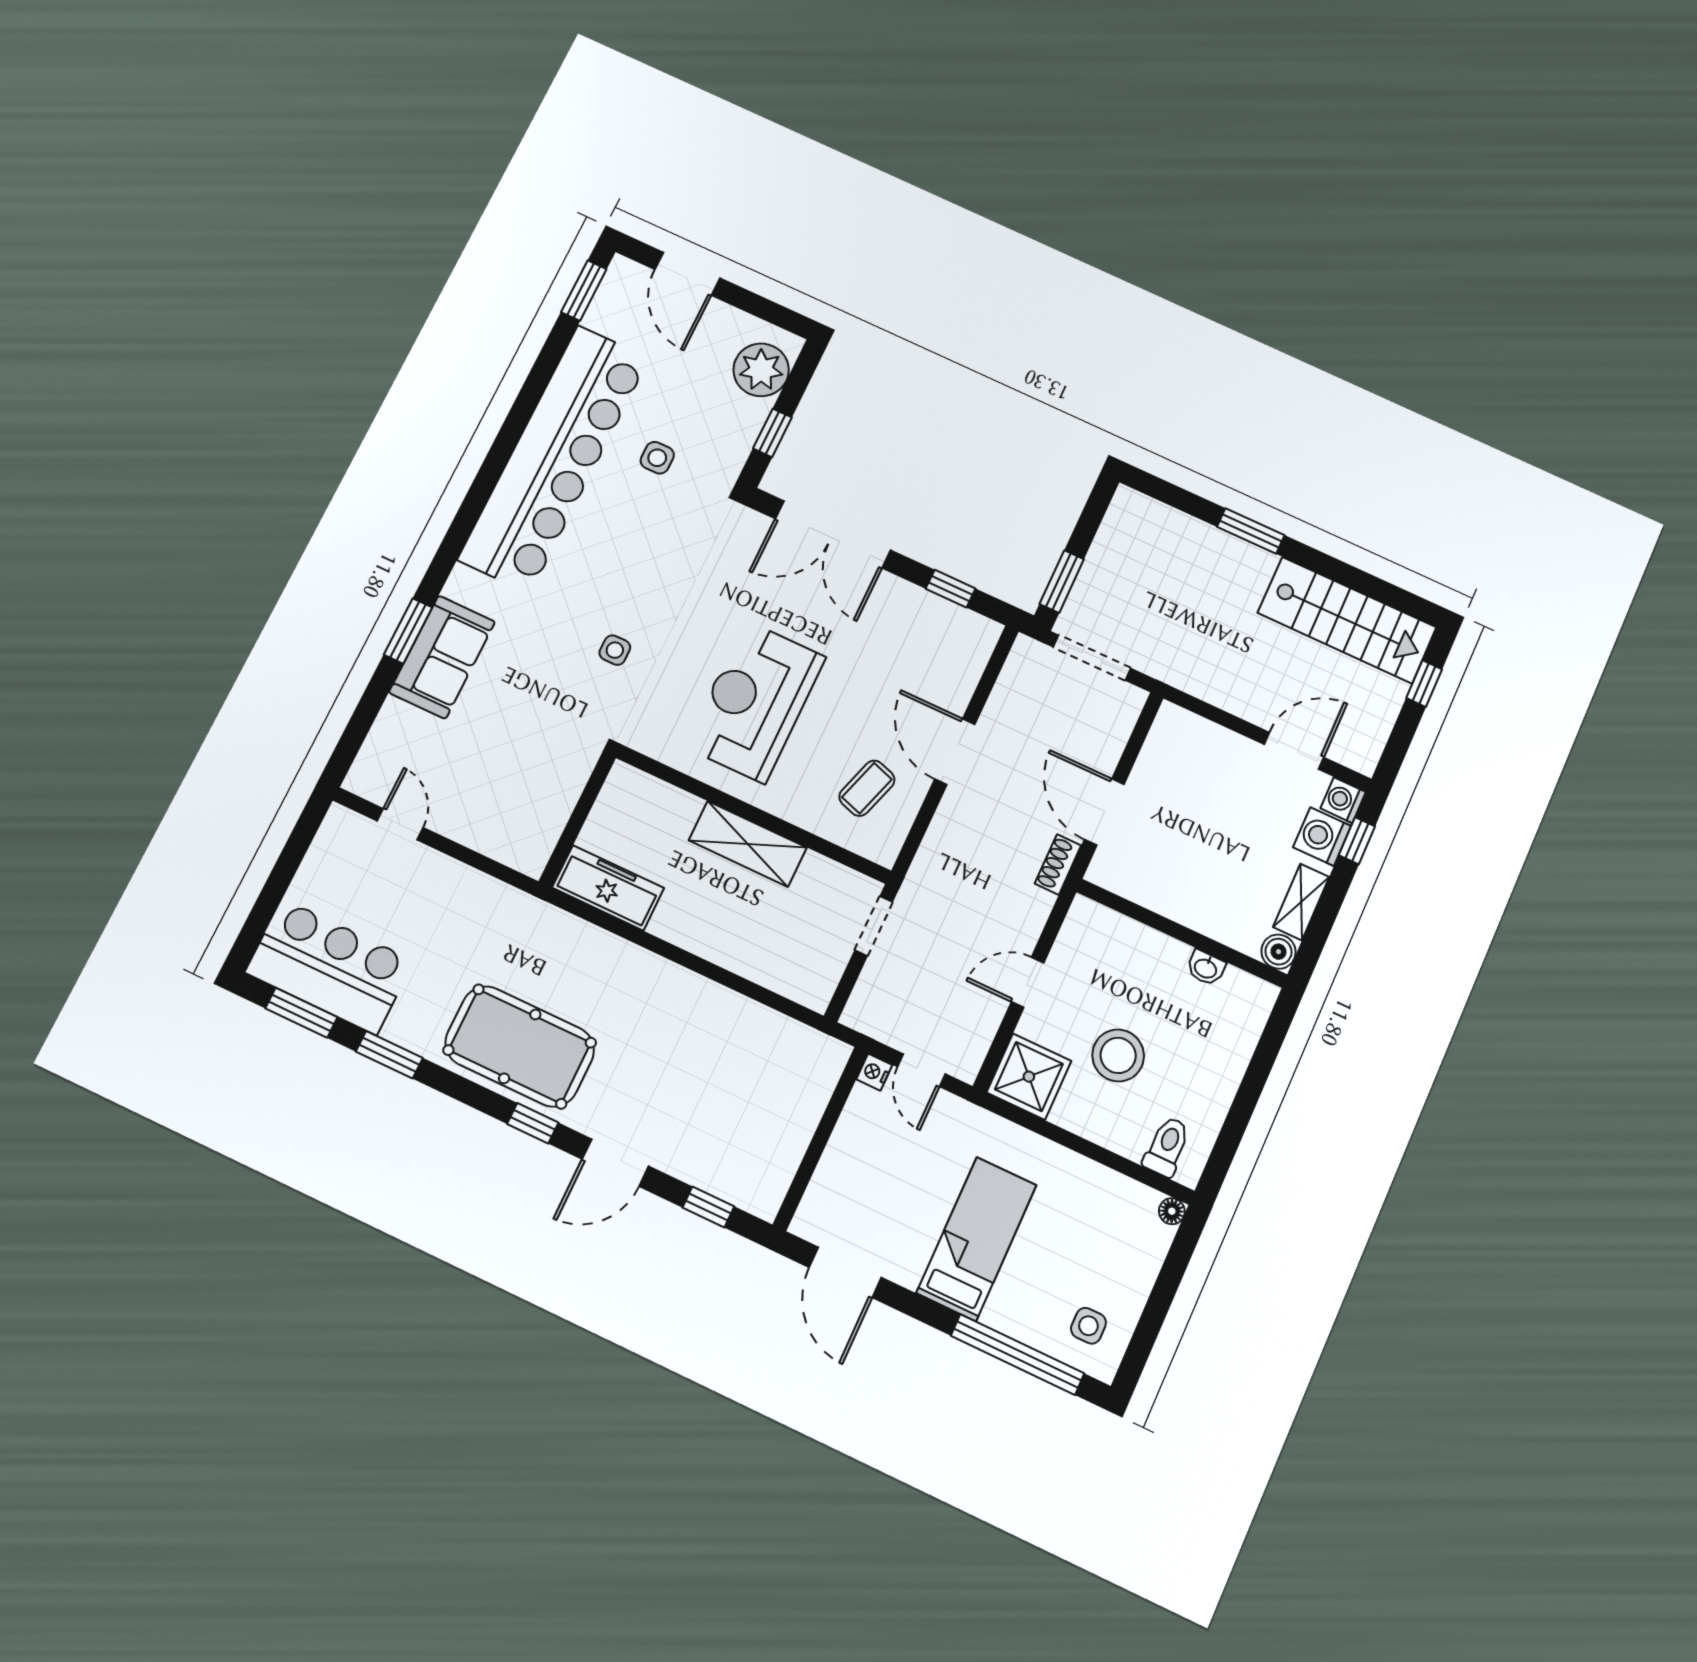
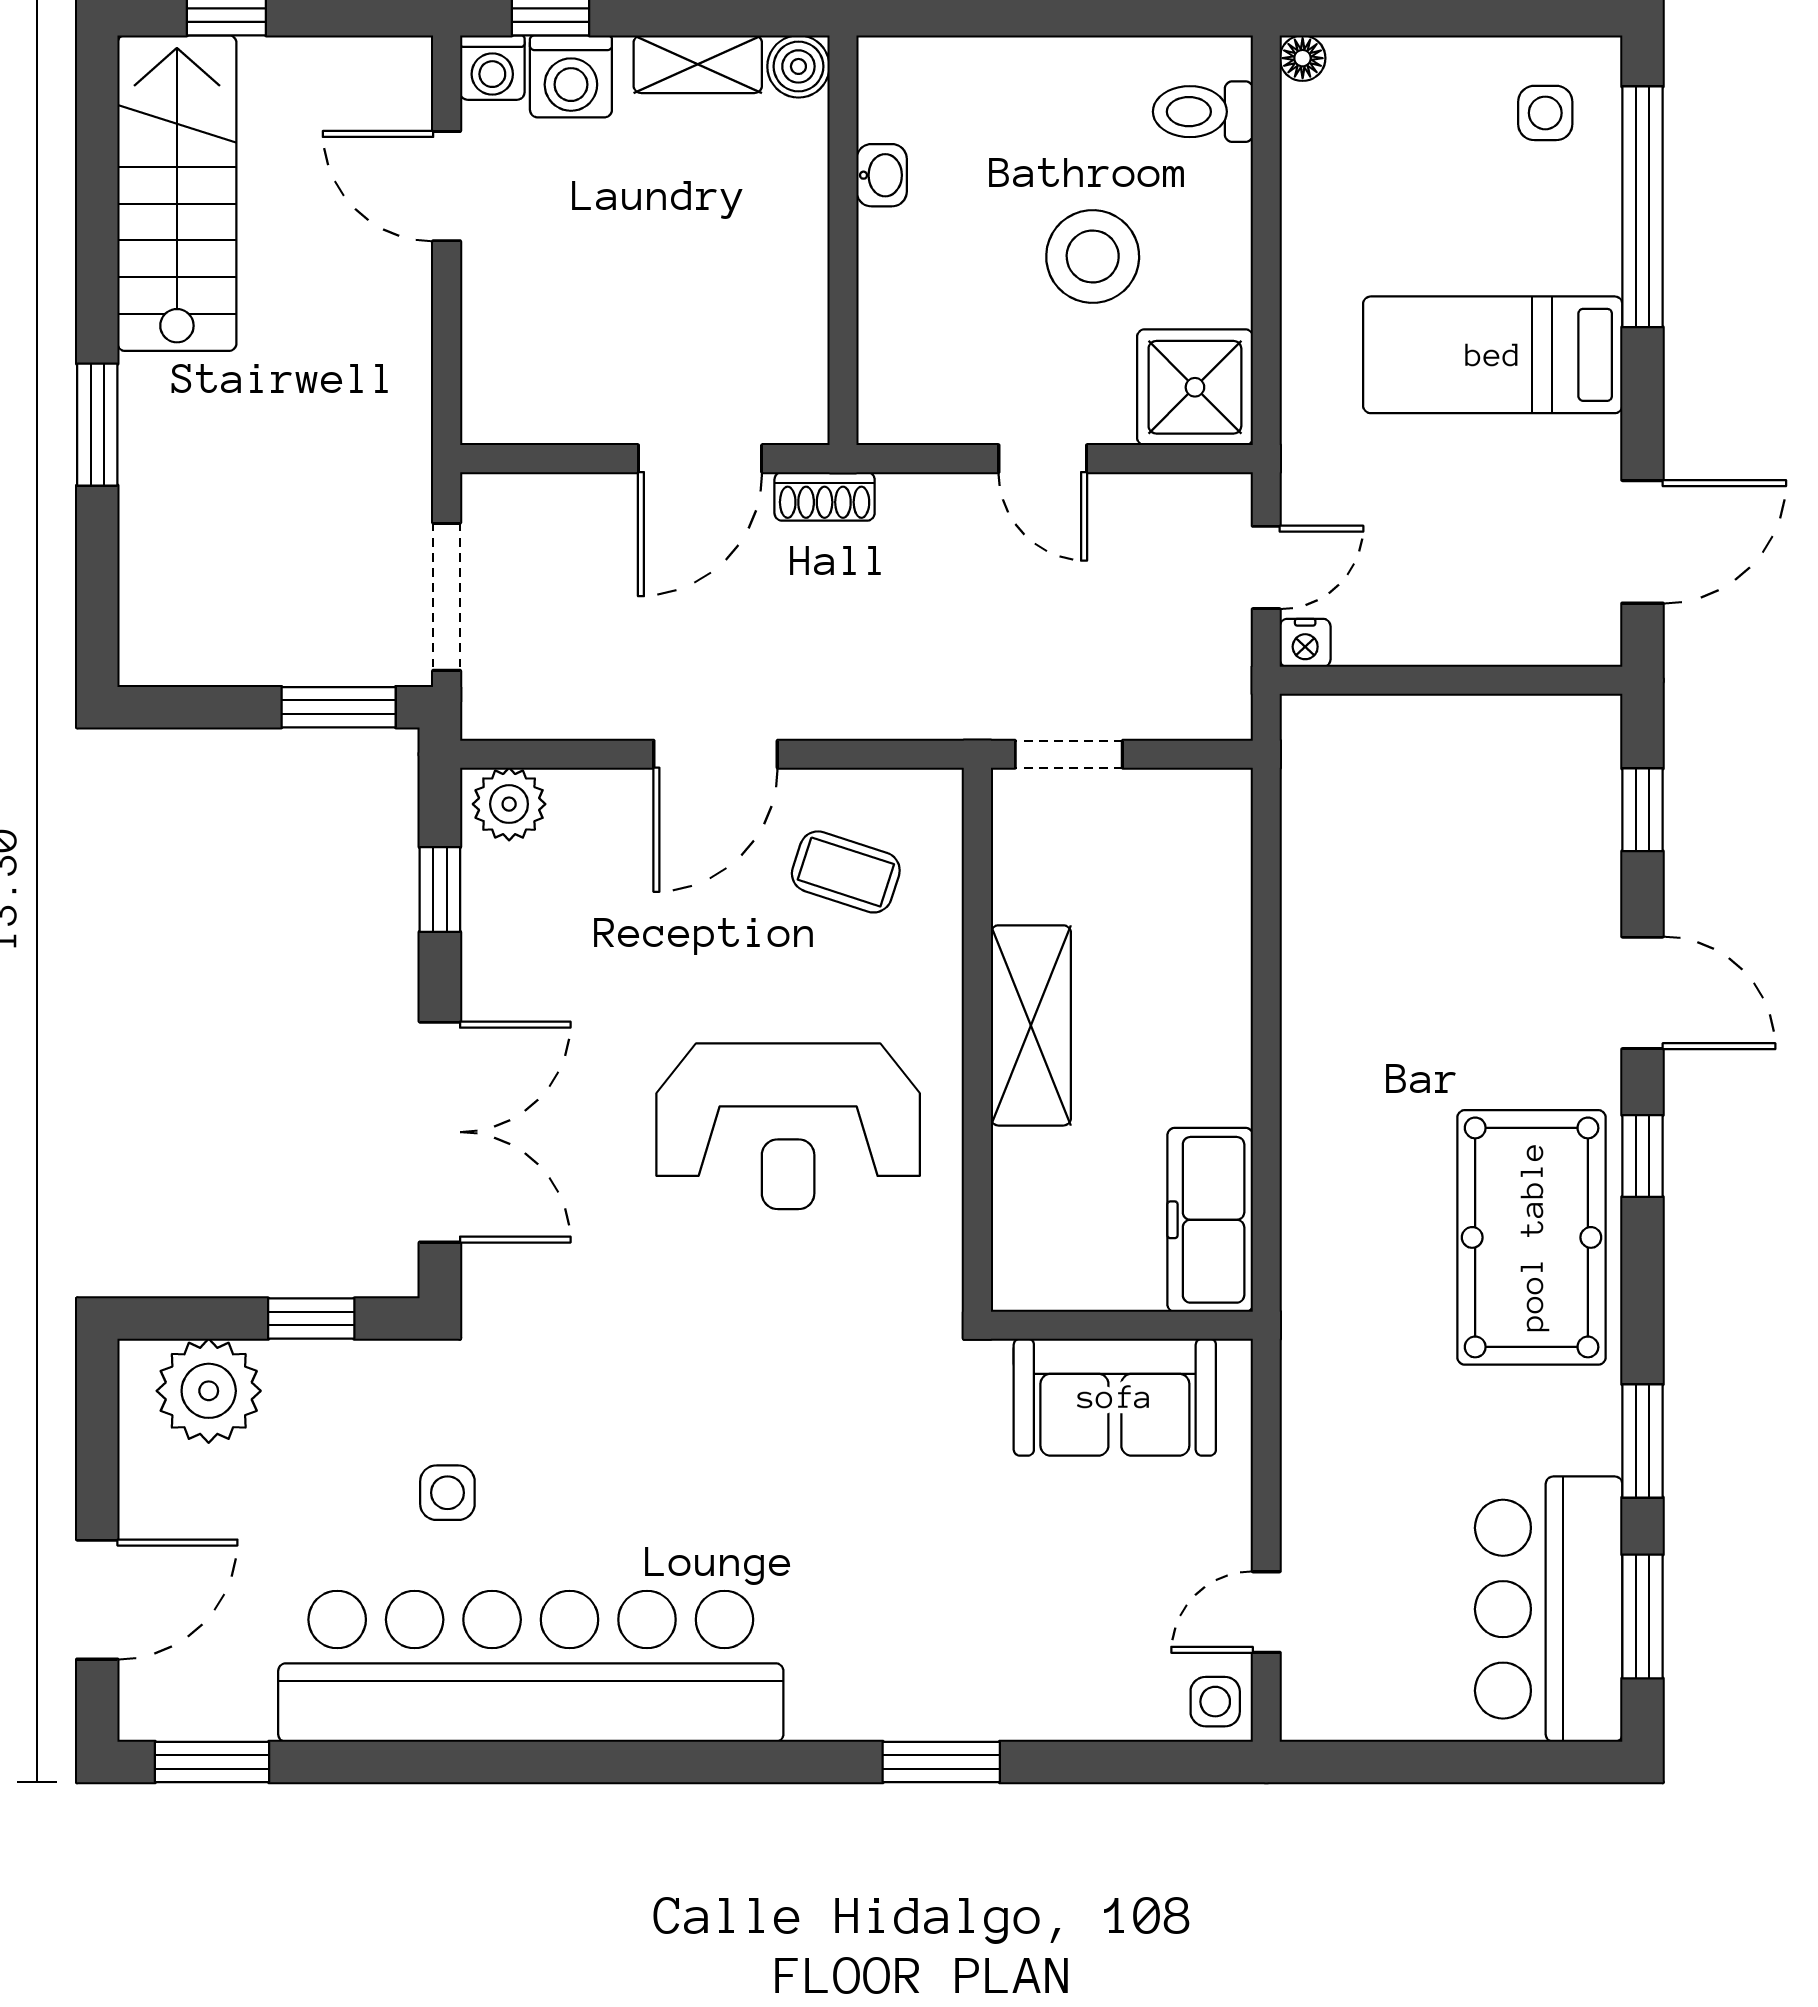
plant: (977, 641) -> (509, 804), added
side table: (615, 650) -> (1215, 1702), moved
sofa: (442, 657) -> (1115, 1397), moved, turned 180

